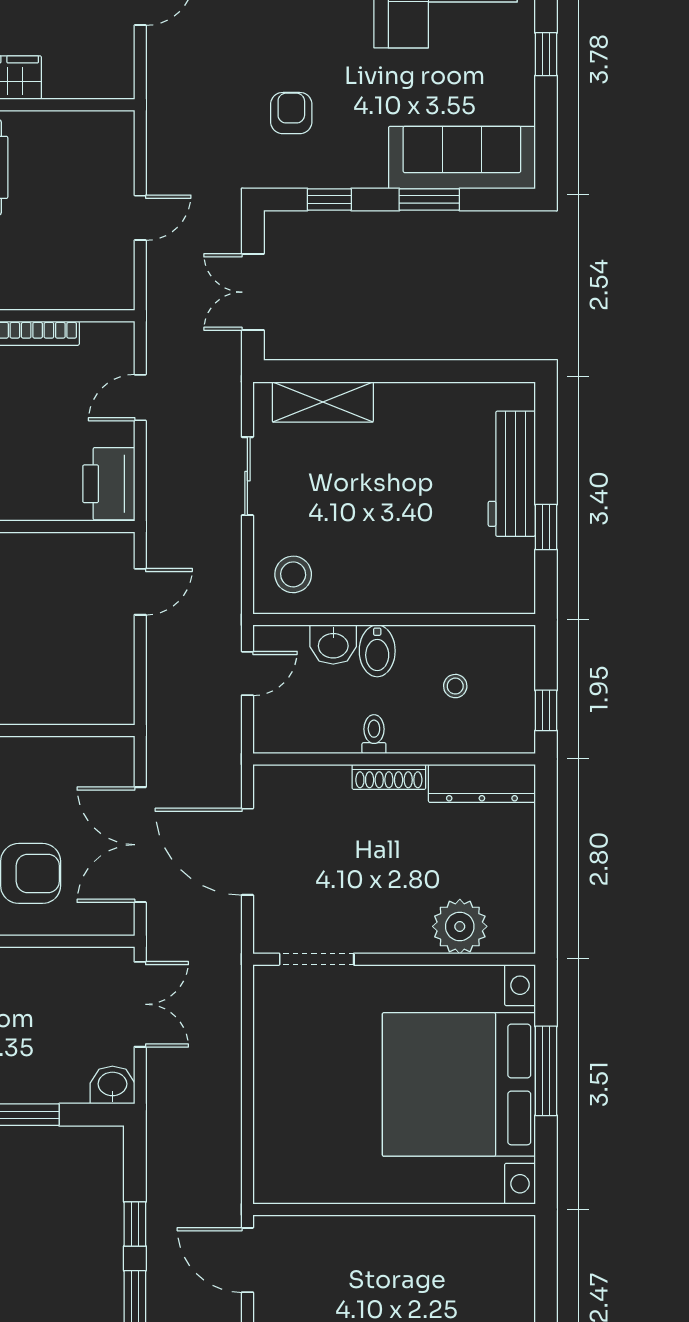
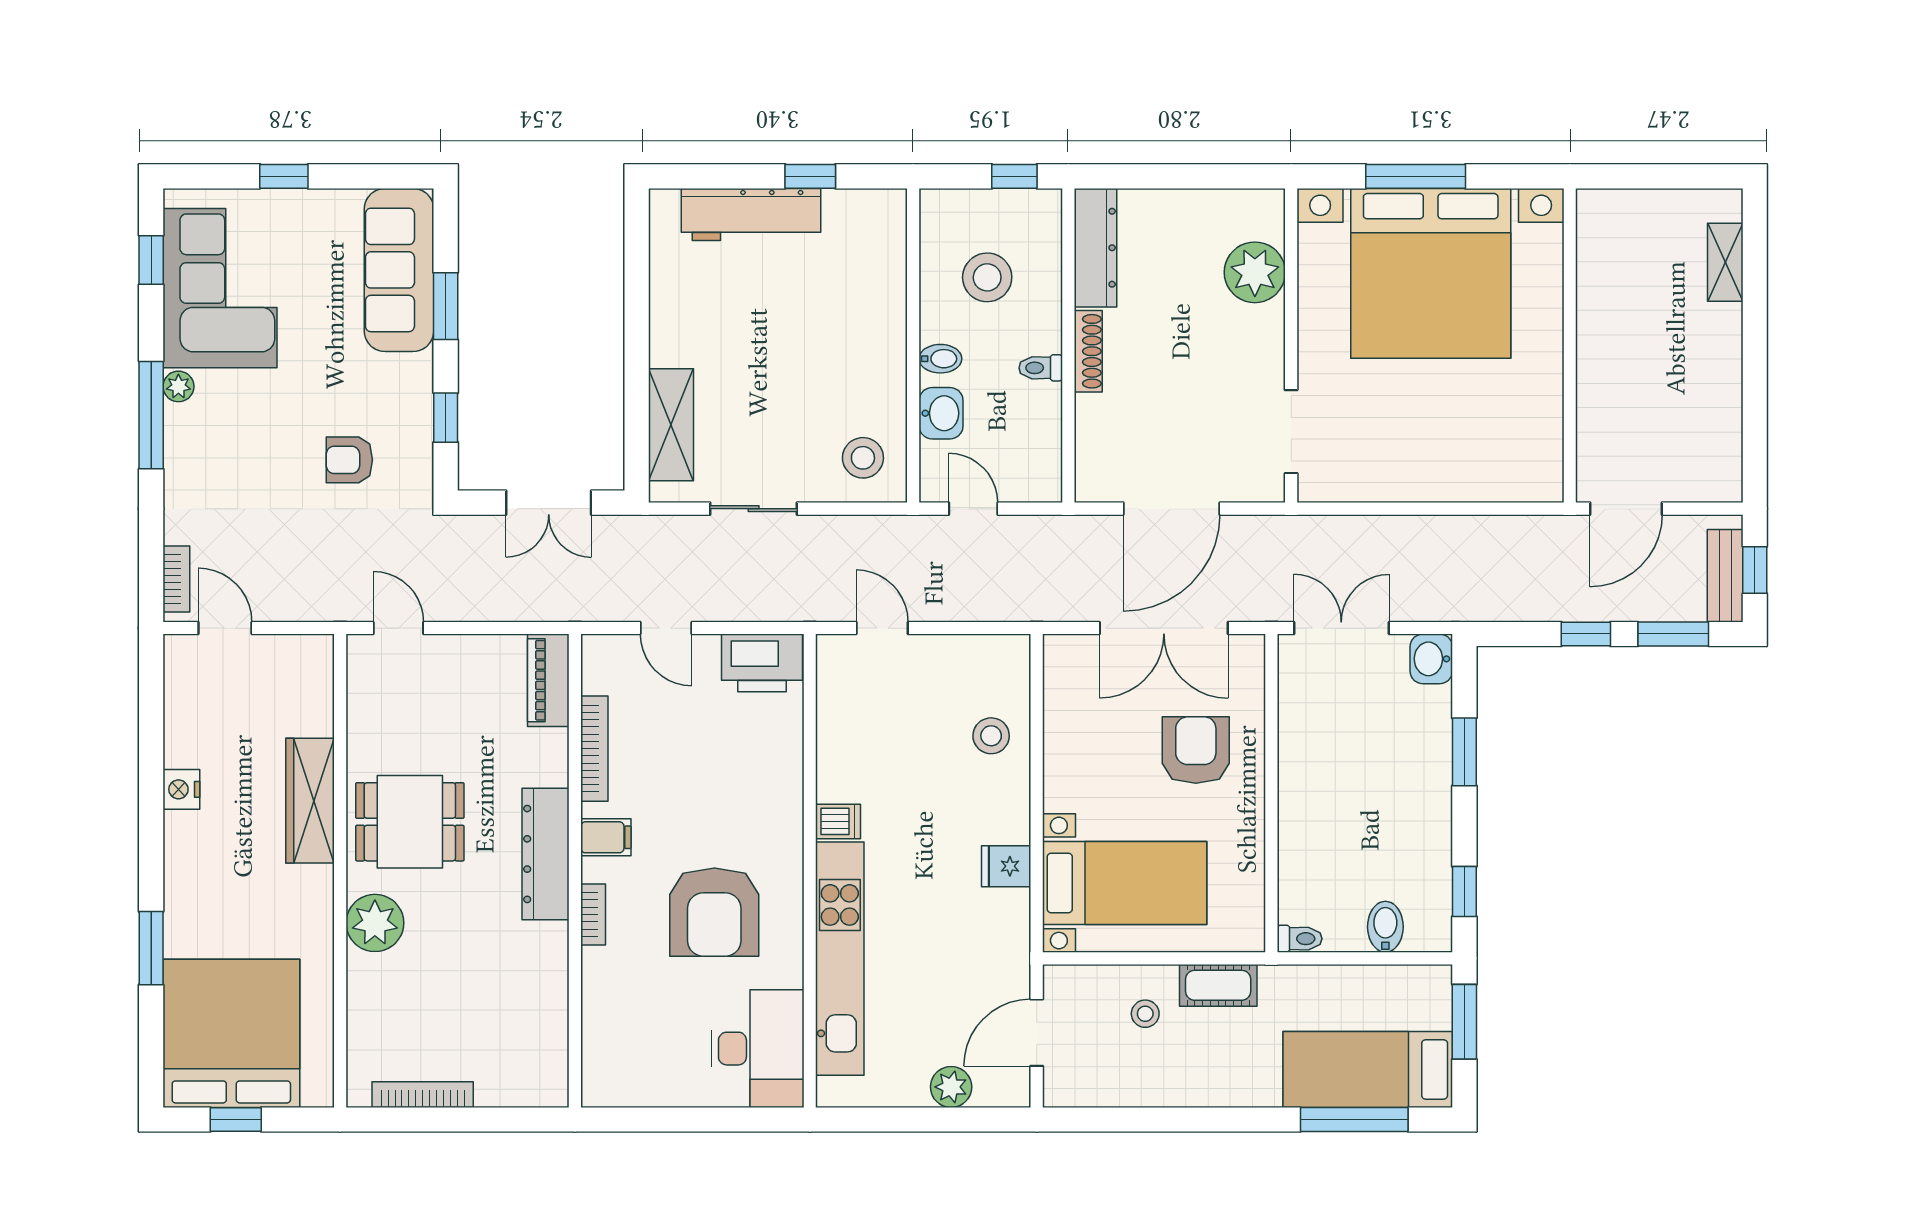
door: (140, 218) -> (398, 628), moved
piano: (93, 292) -> (548, 680), added
bidet: (377, 651) -> (940, 359), width x0.72, depth x0.74
stool: (455, 686) -> (987, 277), width x1.89, depth x1.89
stool: (43, 690) -> (991, 736), added

